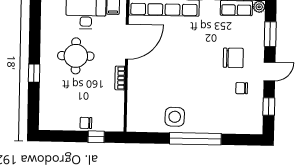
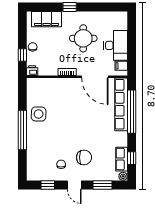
chair: (233, 58) -> (84, 157), turned -90
filing cabinet: (49, 104) -> (47, 19), added
printer: (117, 124) -> (32, 71), added

